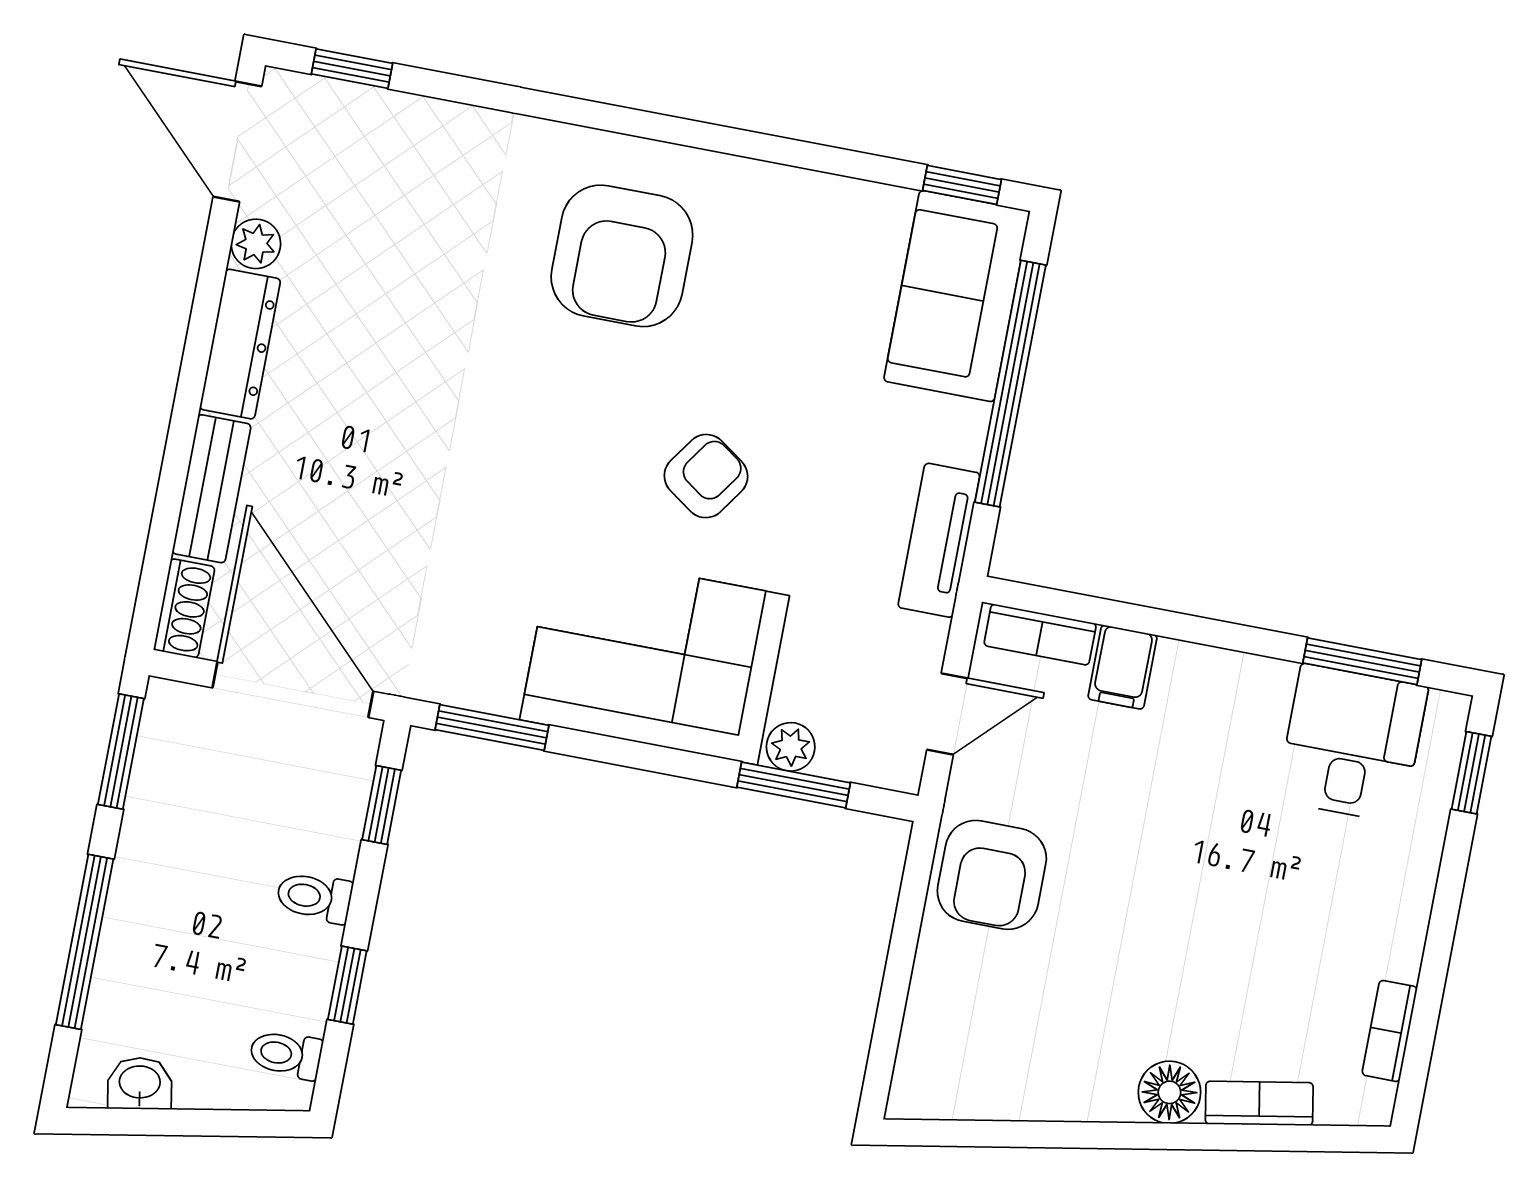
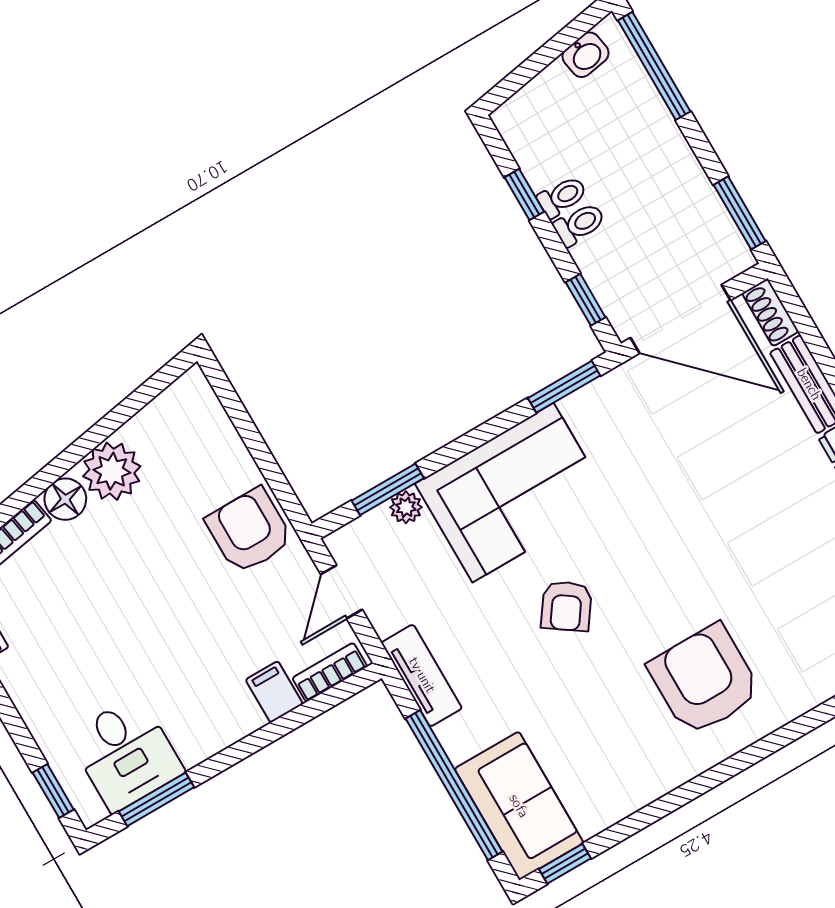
window: (85, 942) -> (654, 66), moved
toilet: (286, 1054) -> (562, 197), moved
plant: (1089, 1078) -> (112, 471), added

